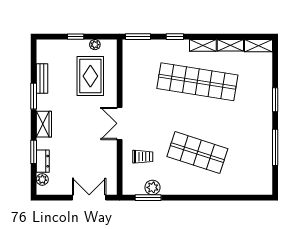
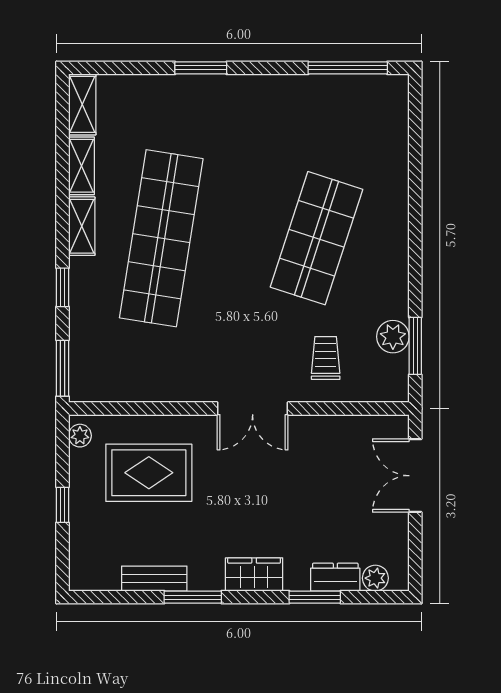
plant: (95, 45) -> (80, 436), moved
window: (275, 147) -> (348, 68), moved

